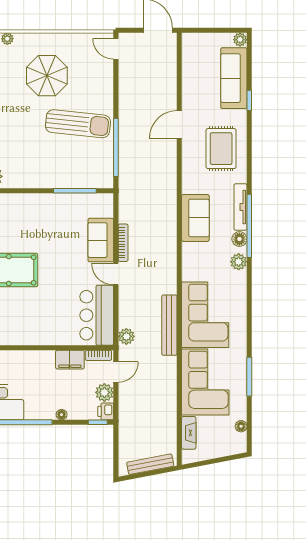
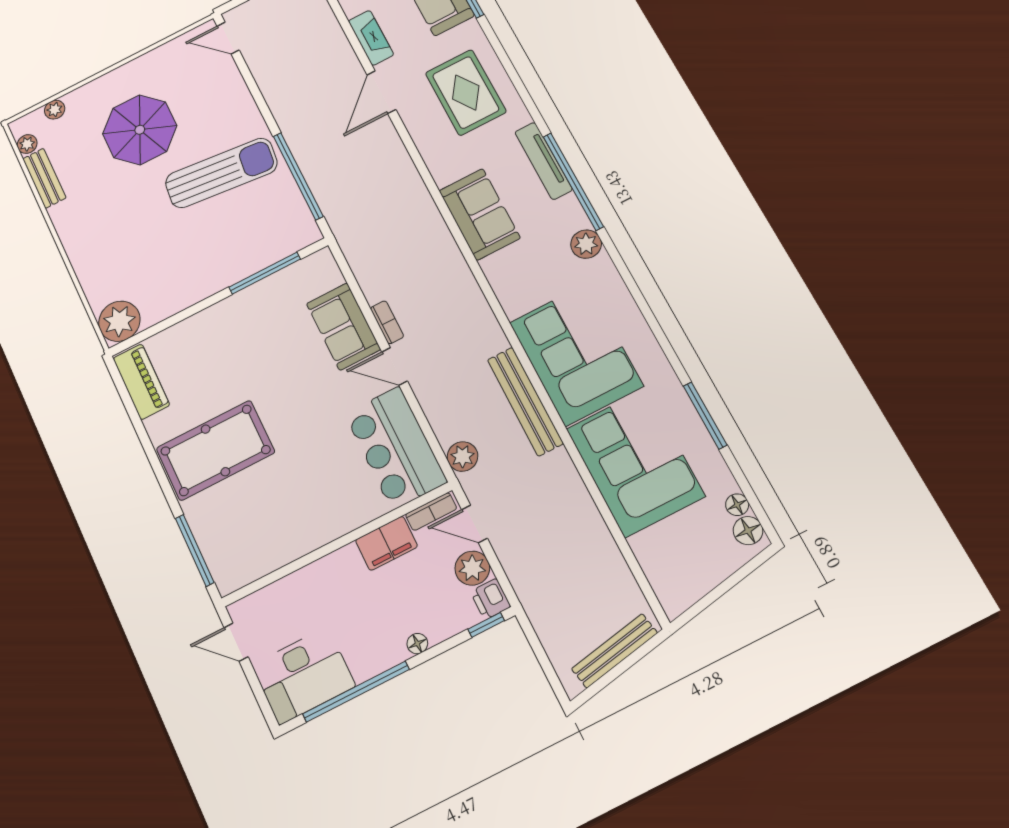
floor lamp: (239, 239) -> (748, 531), moved
bookcase: (123, 243) -> (387, 322), width x0.64
door: (116, 372) -> (474, 524), swing flipped
fireplace: (189, 433) -> (371, 38), moved

